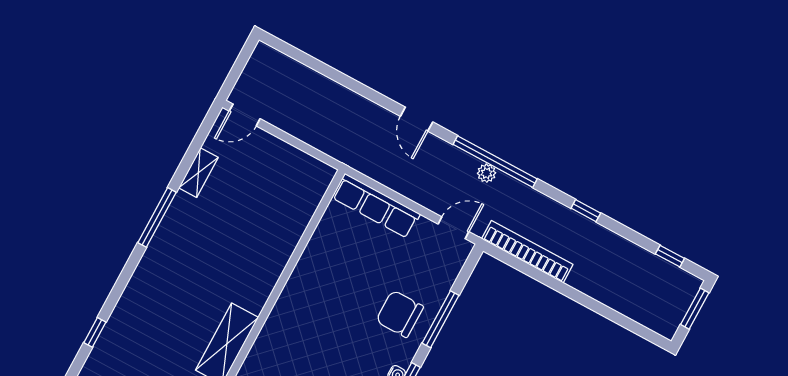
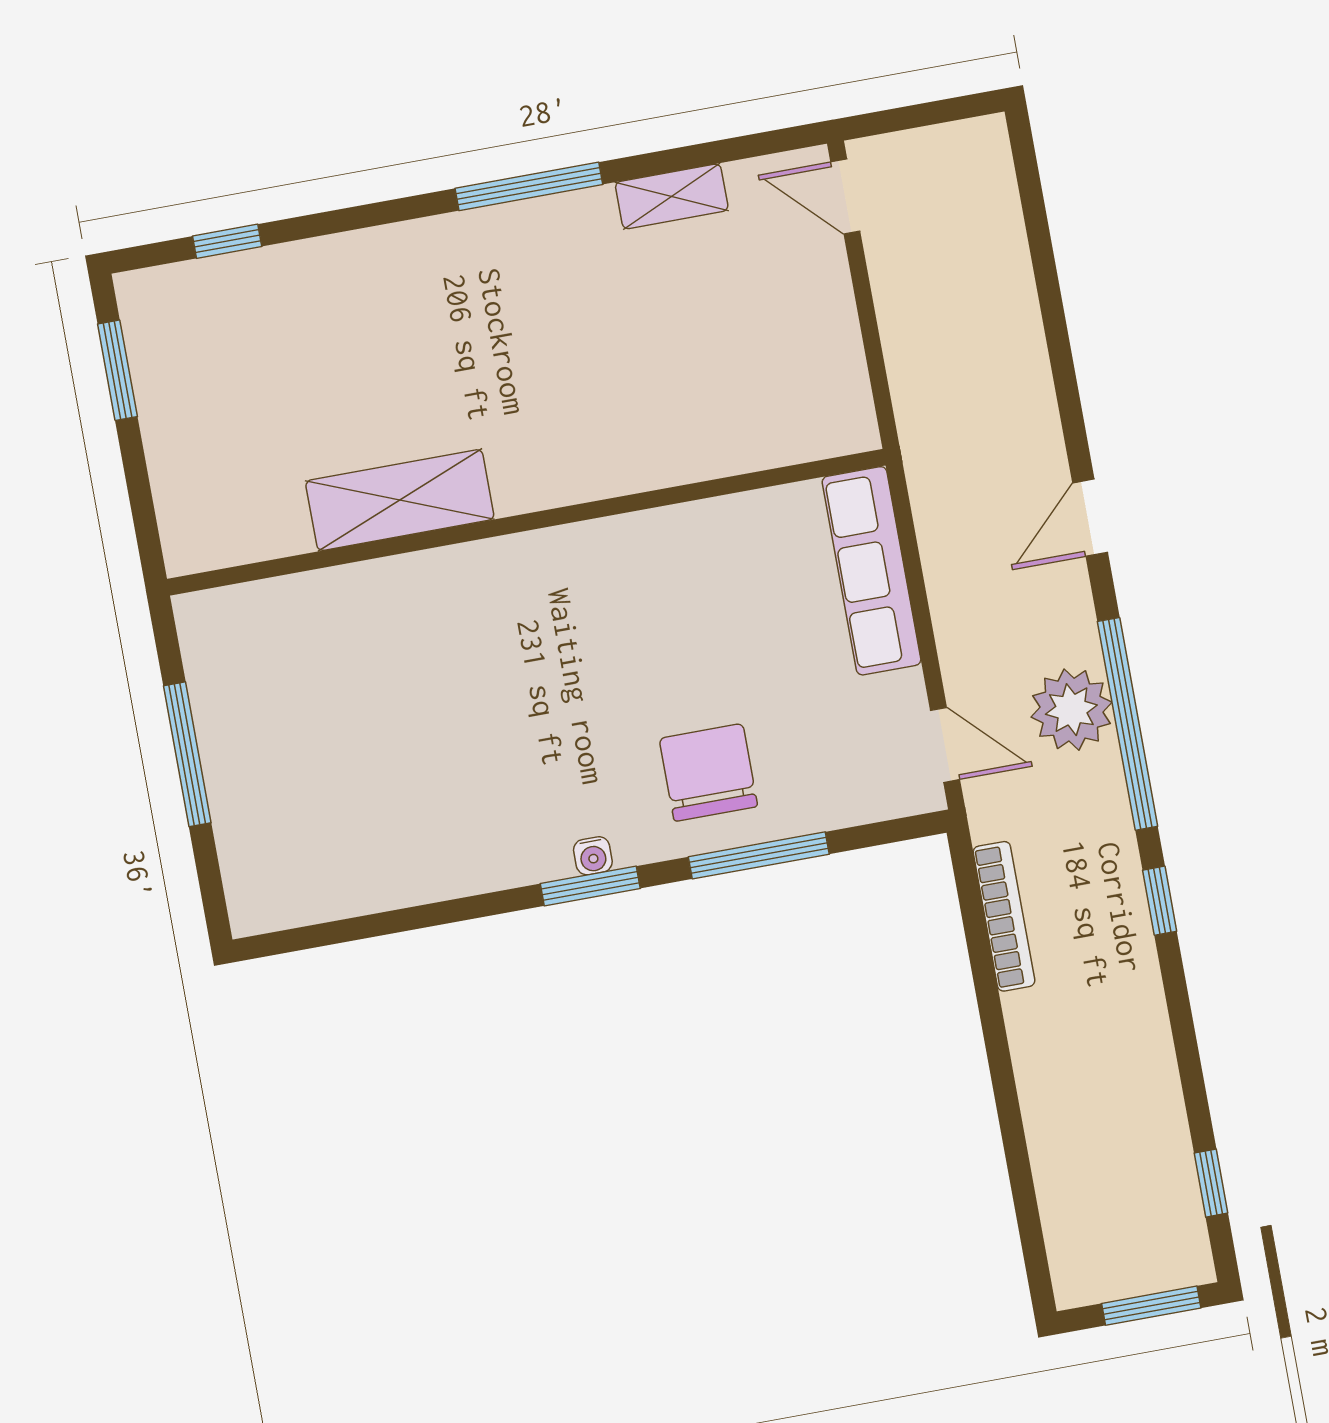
plant: (487, 173) -> (1071, 710), width x1.87, depth x1.87
window: (586, 211) -> (1160, 901), moved
bookcase: (527, 252) -> (1004, 916), width x0.68, depth x0.76

